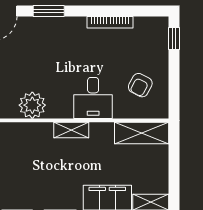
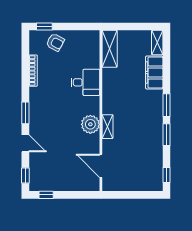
armchair: (140, 85) -> (55, 42), moved
shelving: (71, 130) -> (108, 127), moved

